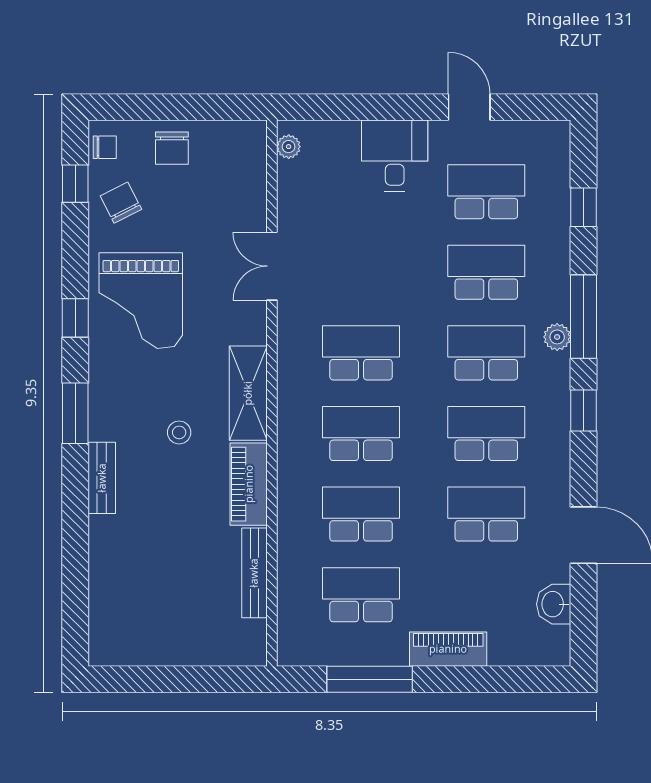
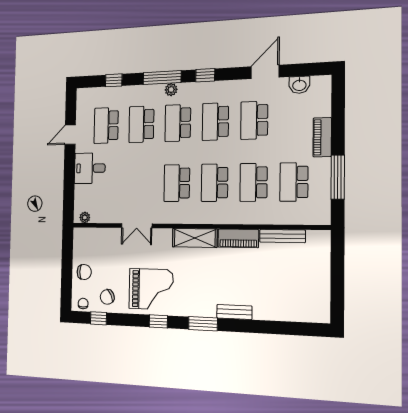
stool: (179, 432) -> (213, 272), removed

